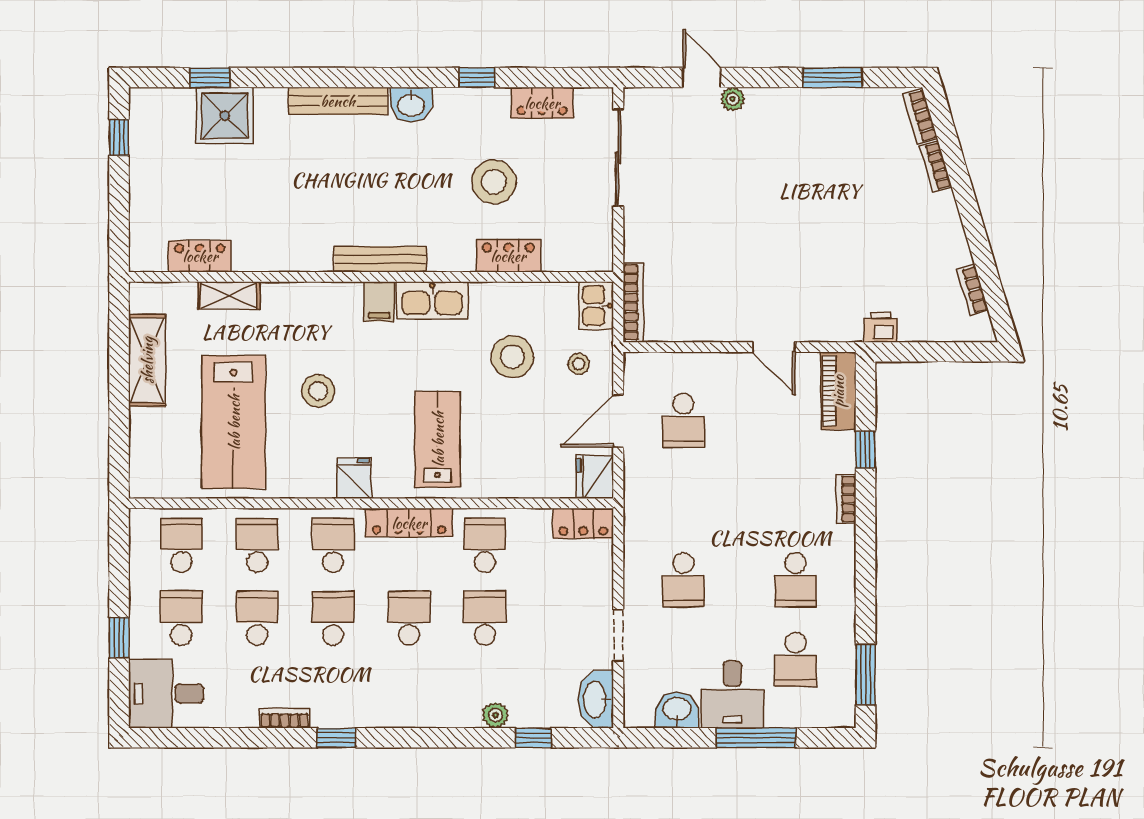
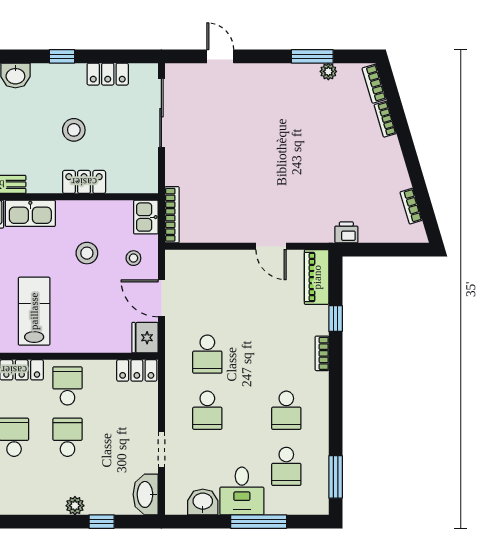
plant: (733, 99) -> (328, 71), moved
stool: (494, 182) -> (74, 130), width x0.73, depth x0.73
stool: (512, 357) -> (87, 253), width x0.73, depth x0.73
door: (618, 421) -> (161, 298), hinge flipped
school desk: (683, 421) -> (207, 354), moved

